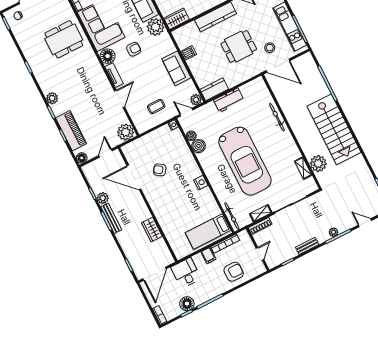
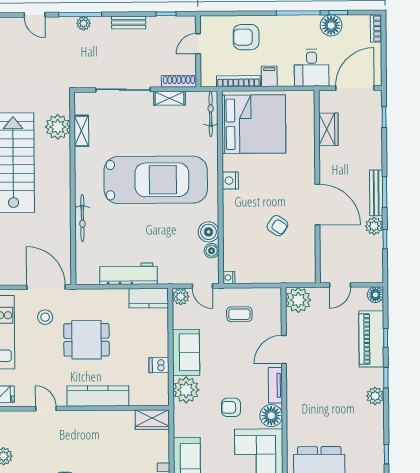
plant: (156, 27) -> (186, 390), moved
workbench: (229, 100) -> (129, 274), width x1.38
car: (245, 161) -> (156, 180), turned 90
door: (134, 177) -> (317, 205), moved
wardrobe: (152, 230) -> (328, 129), moved
bed: (208, 231) -> (254, 124), width x2.04

